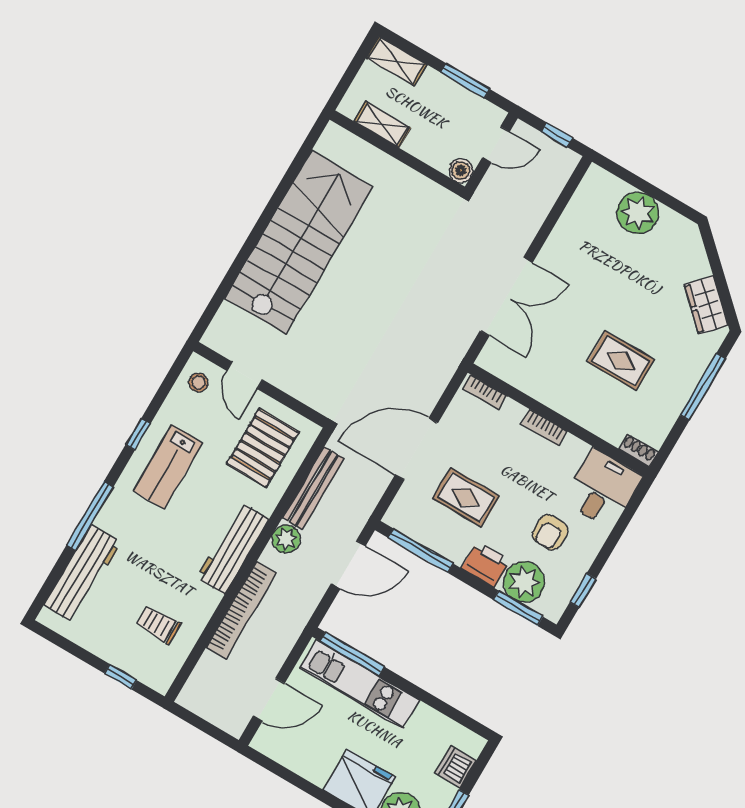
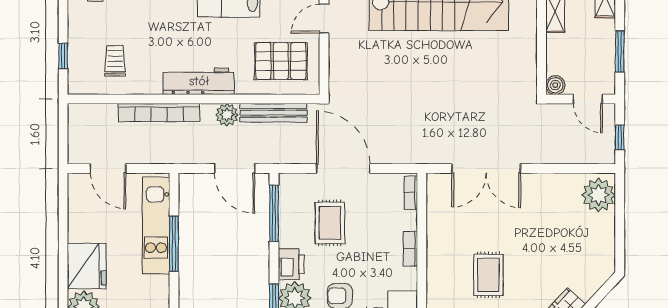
plant: (638, 213) -> (599, 195), moved
window: (352, 654) -> (174, 244), moved

